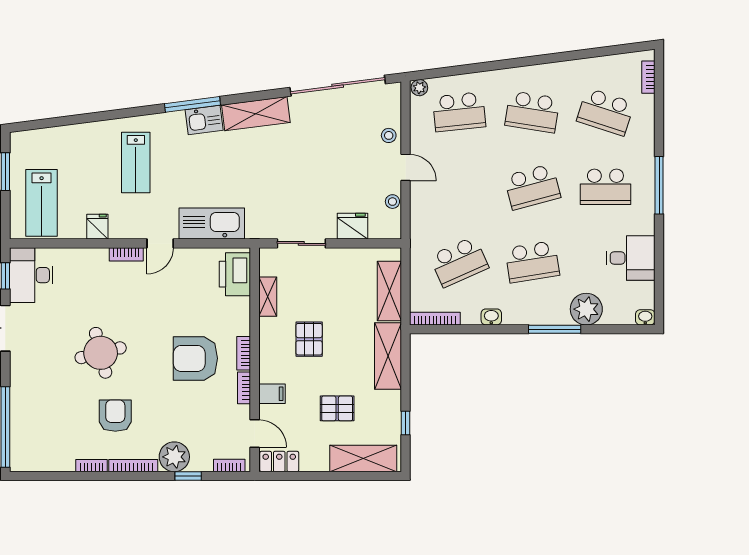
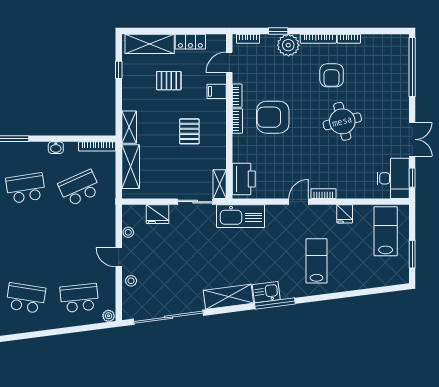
school desk: (532, 187) -> (26, 243), removed
kitchen sink: (212, 224) -> (241, 216), moved
shelving: (268, 297) -> (220, 184), moved
shelving: (388, 356) -> (129, 127), width x0.67, depth x0.75
armchair: (195, 358) -> (273, 117), turned 180
door: (255, 434) -> (229, 62), hinge flipped
locker: (279, 461) -> (190, 42), moved

